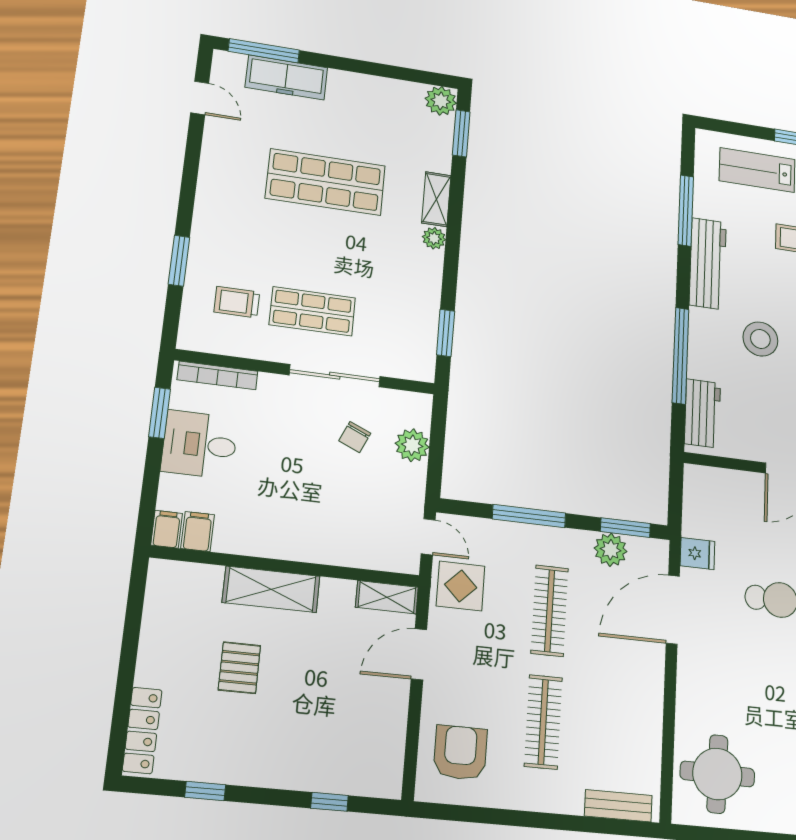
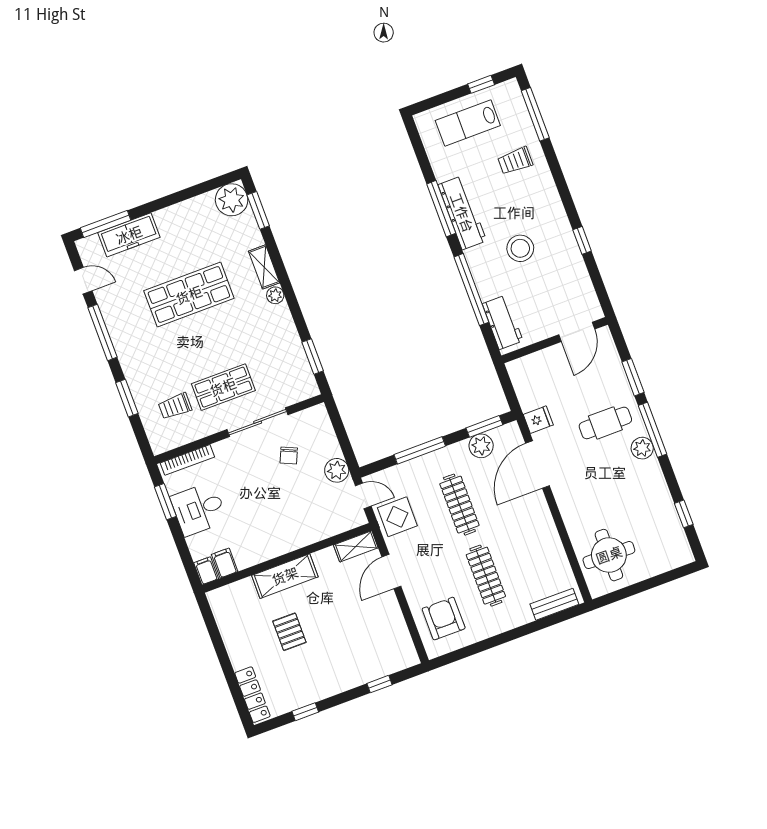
plant: (441, 101) -> (232, 200), width x1.36, depth x1.36
window: (191, 169) -> (102, 332), added
window: (686, 211) -> (441, 209), moved
plant: (412, 445) -> (337, 470), moved

